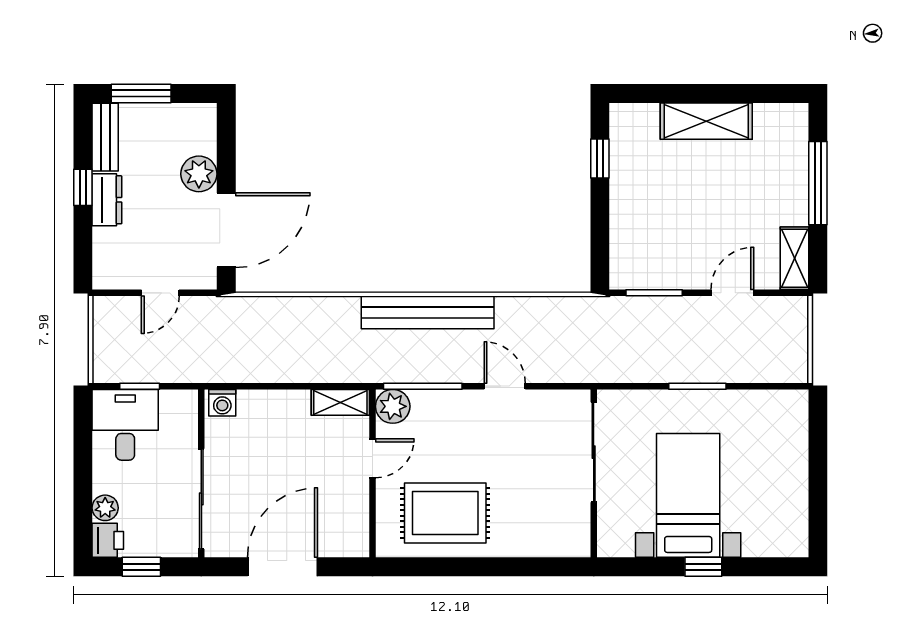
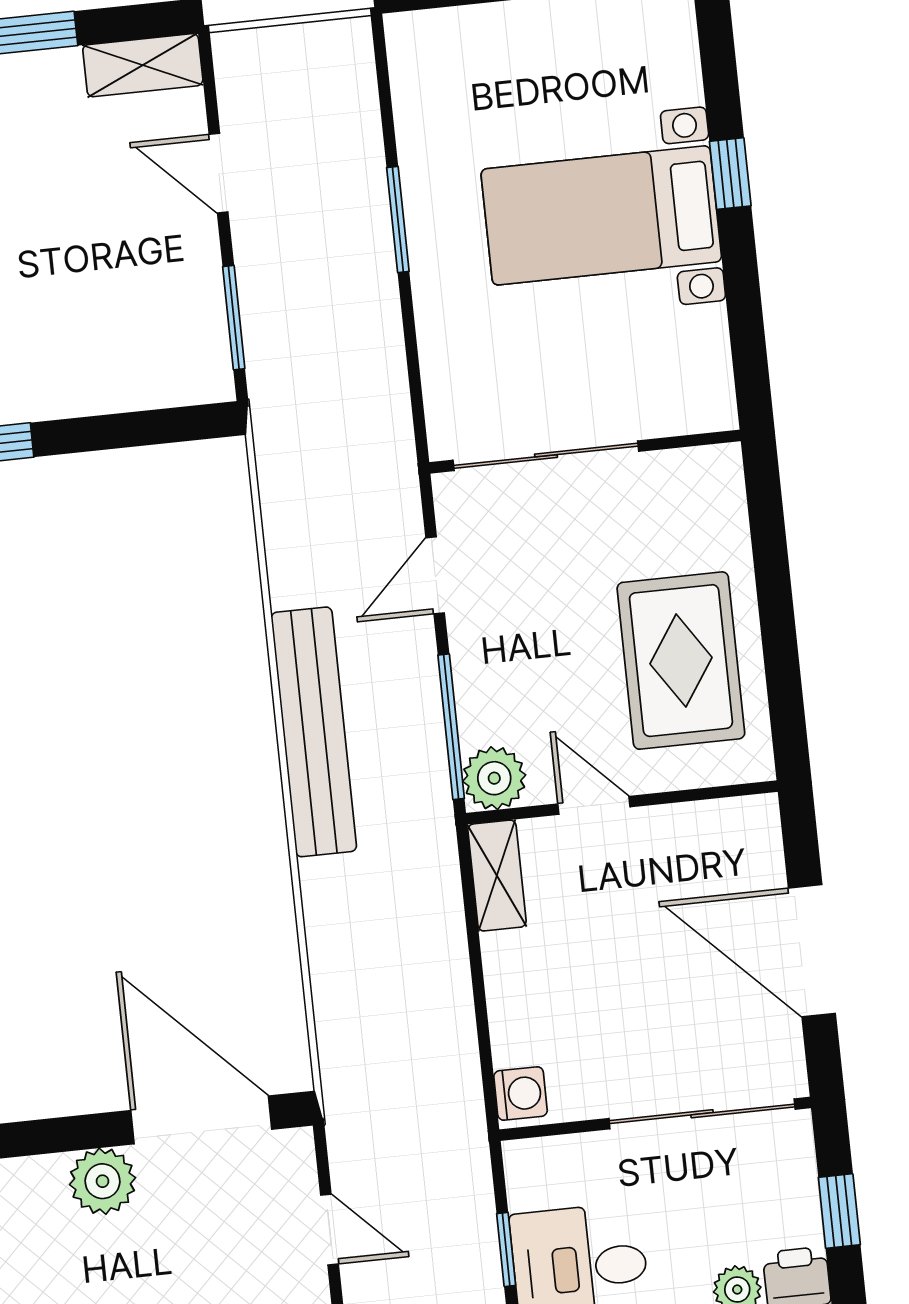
sliding door: (594, 452) -> (546, 456), moved
wall: (594, 473) -> (585, 452), moved

